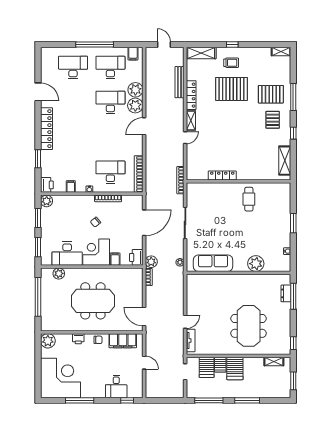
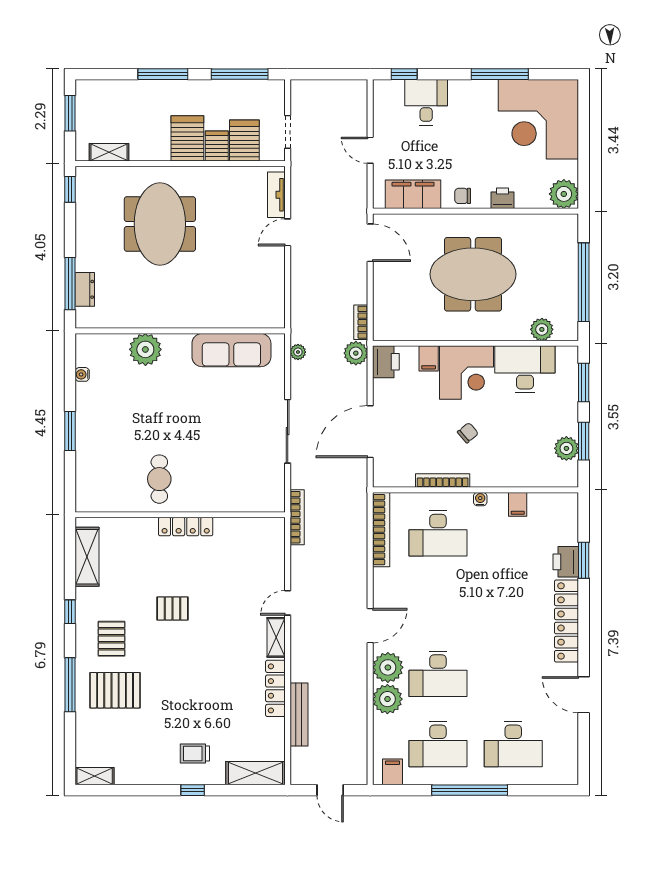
pallet: (231, 89) -> (172, 608), moved, width x0.49, depth x0.50
locker: (222, 176) -> (186, 527), moved
printer: (47, 185) -> (566, 562), moved
plant: (47, 201) -> (566, 448), moved

